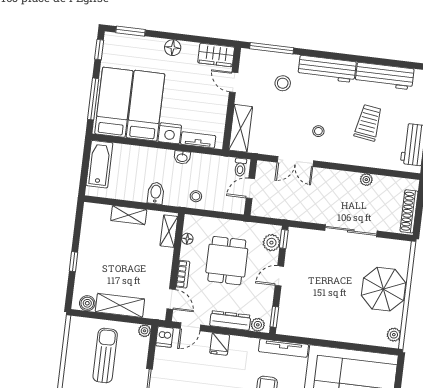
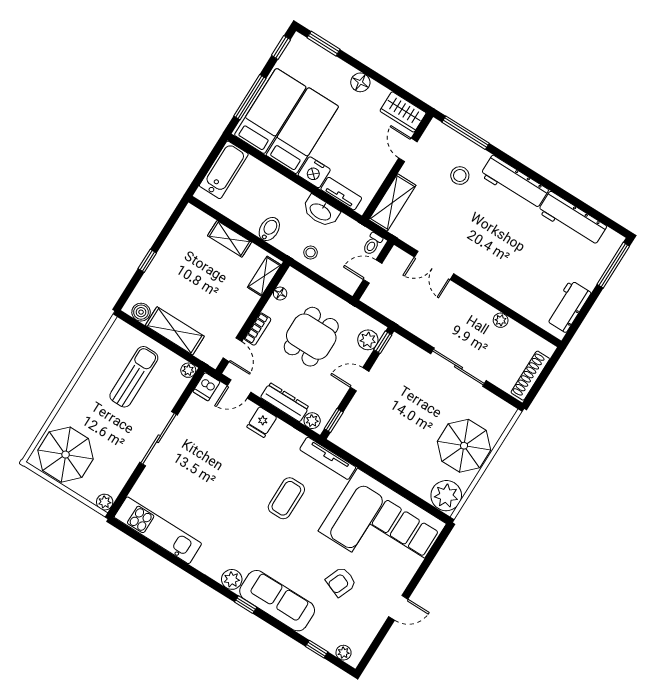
trolley: (368, 123) -> (531, 261), removed
stool: (318, 131) -> (474, 245), removed
washbasin: (182, 157) -> (321, 211), width x1.91, depth x1.45
plant: (394, 335) -> (446, 496), width x1.88, depth x1.88

